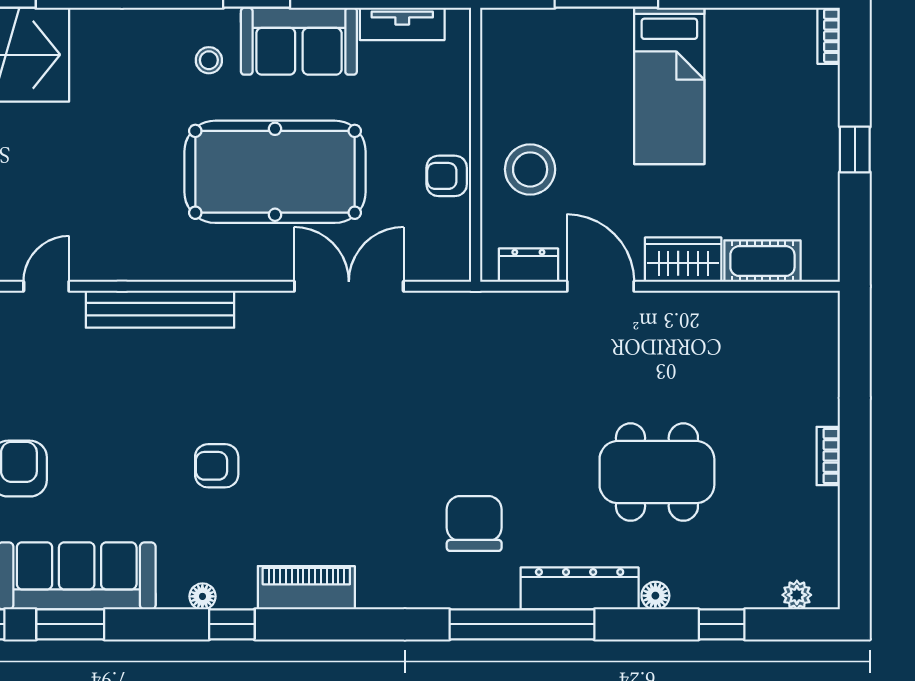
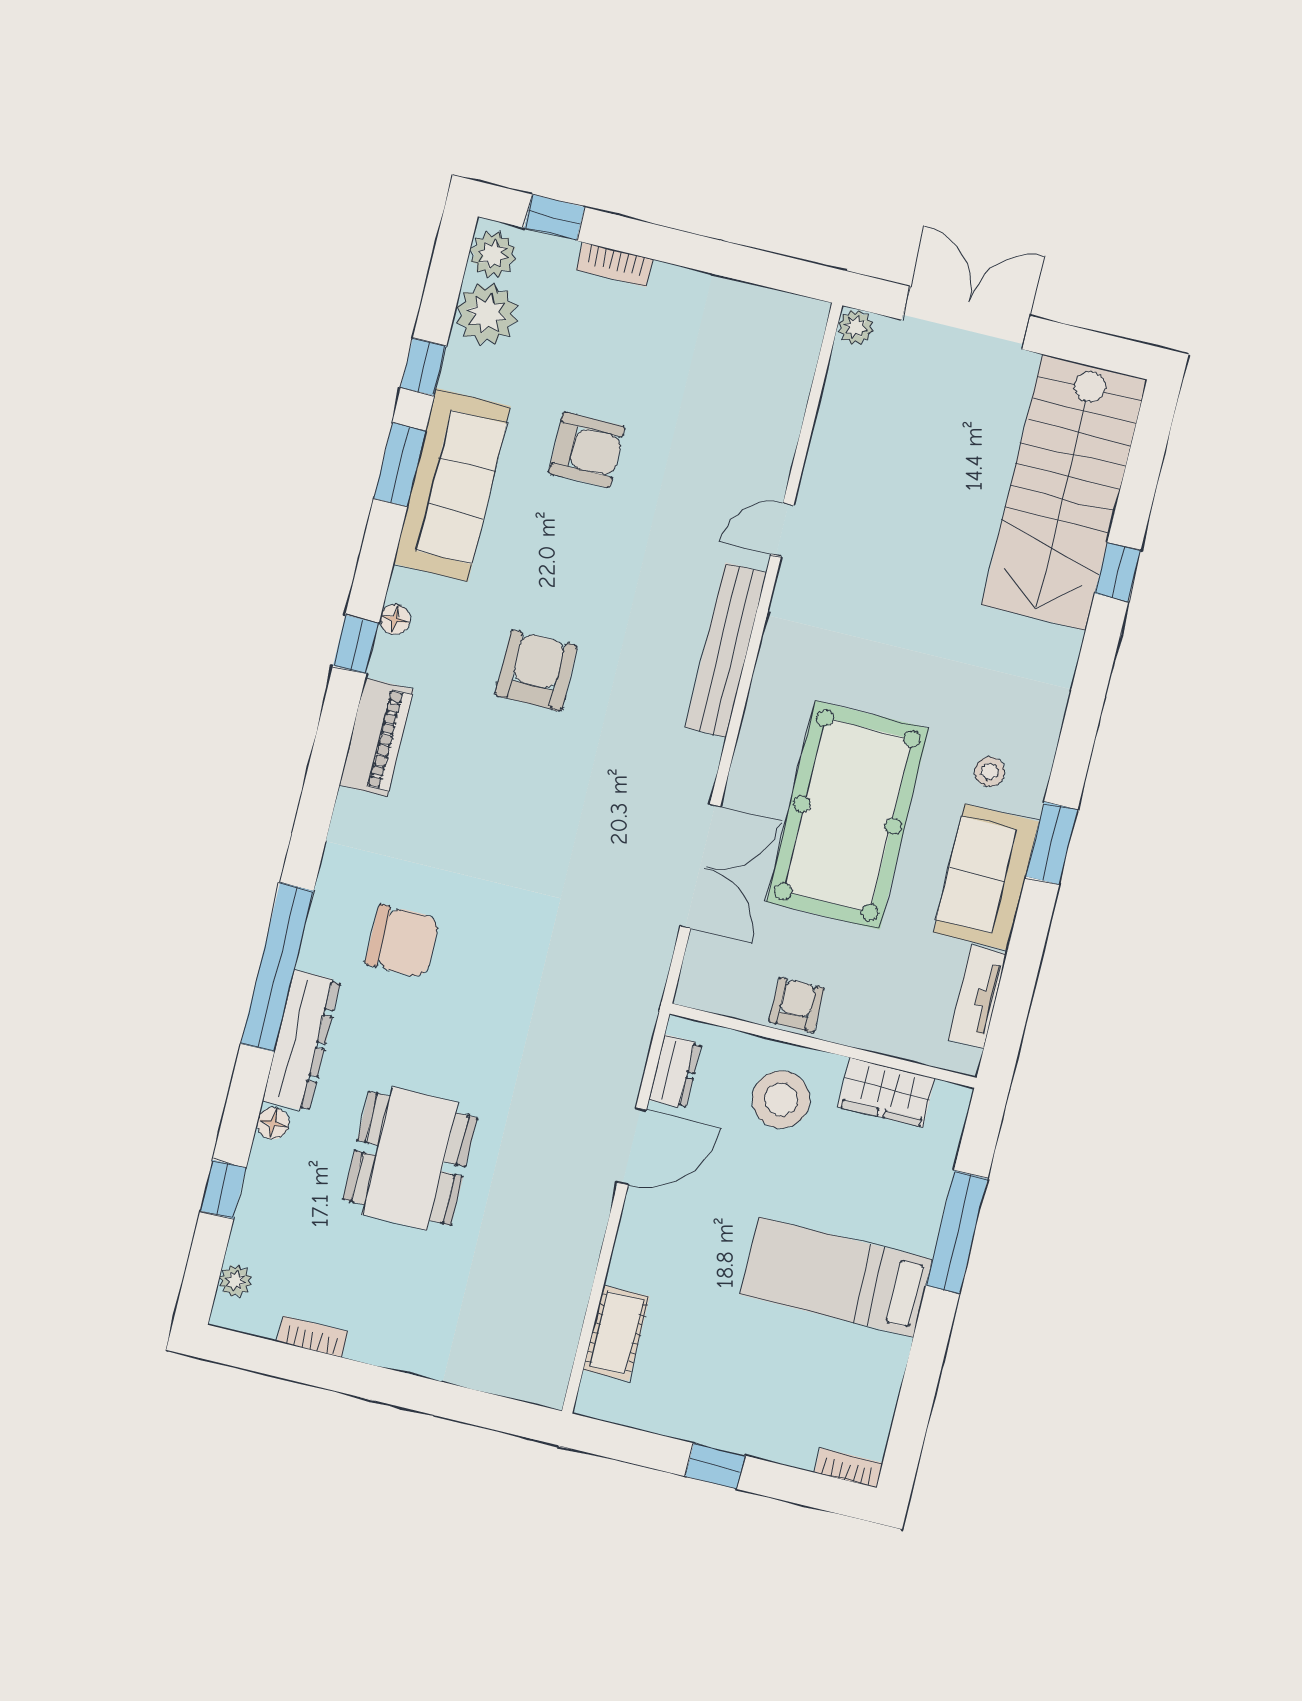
wardrobe: (683, 260) -> (886, 1092), moved, turned 90
door: (46, 286) -> (782, 530), swing flipped
bookcase: (828, 456) -> (312, 1337), moved
armchair: (217, 466) -> (536, 670), width x1.38, depth x1.38

